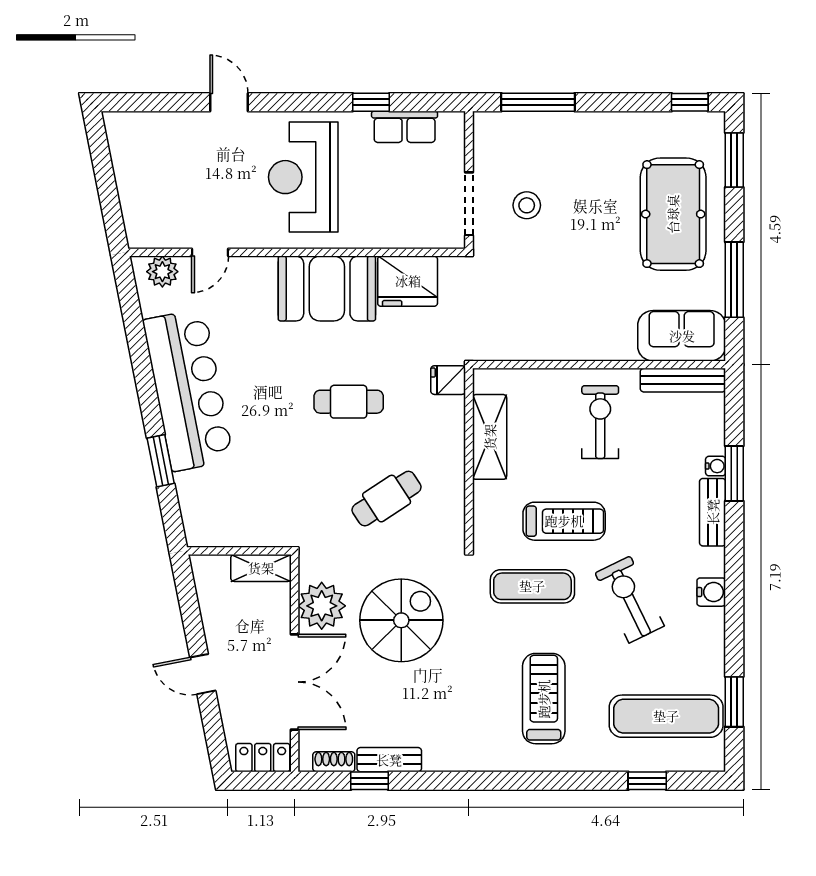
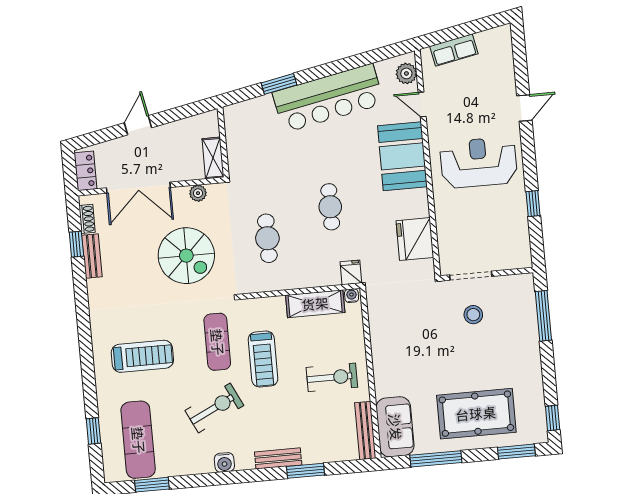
row of seats: (405, 127) -> (454, 50), moved, turned -101
booth: (327, 289) -> (402, 156), moved
water cooler: (716, 466) -> (352, 296), moved, turned 180
cafe table: (387, 499) -> (267, 238), turned 33
plant: (322, 606) -> (198, 193), width x0.53, depth x0.53

